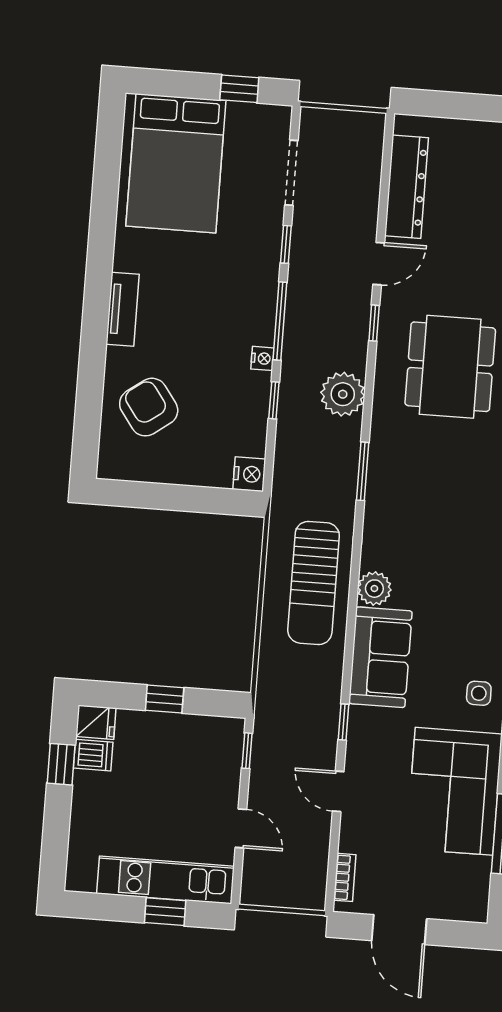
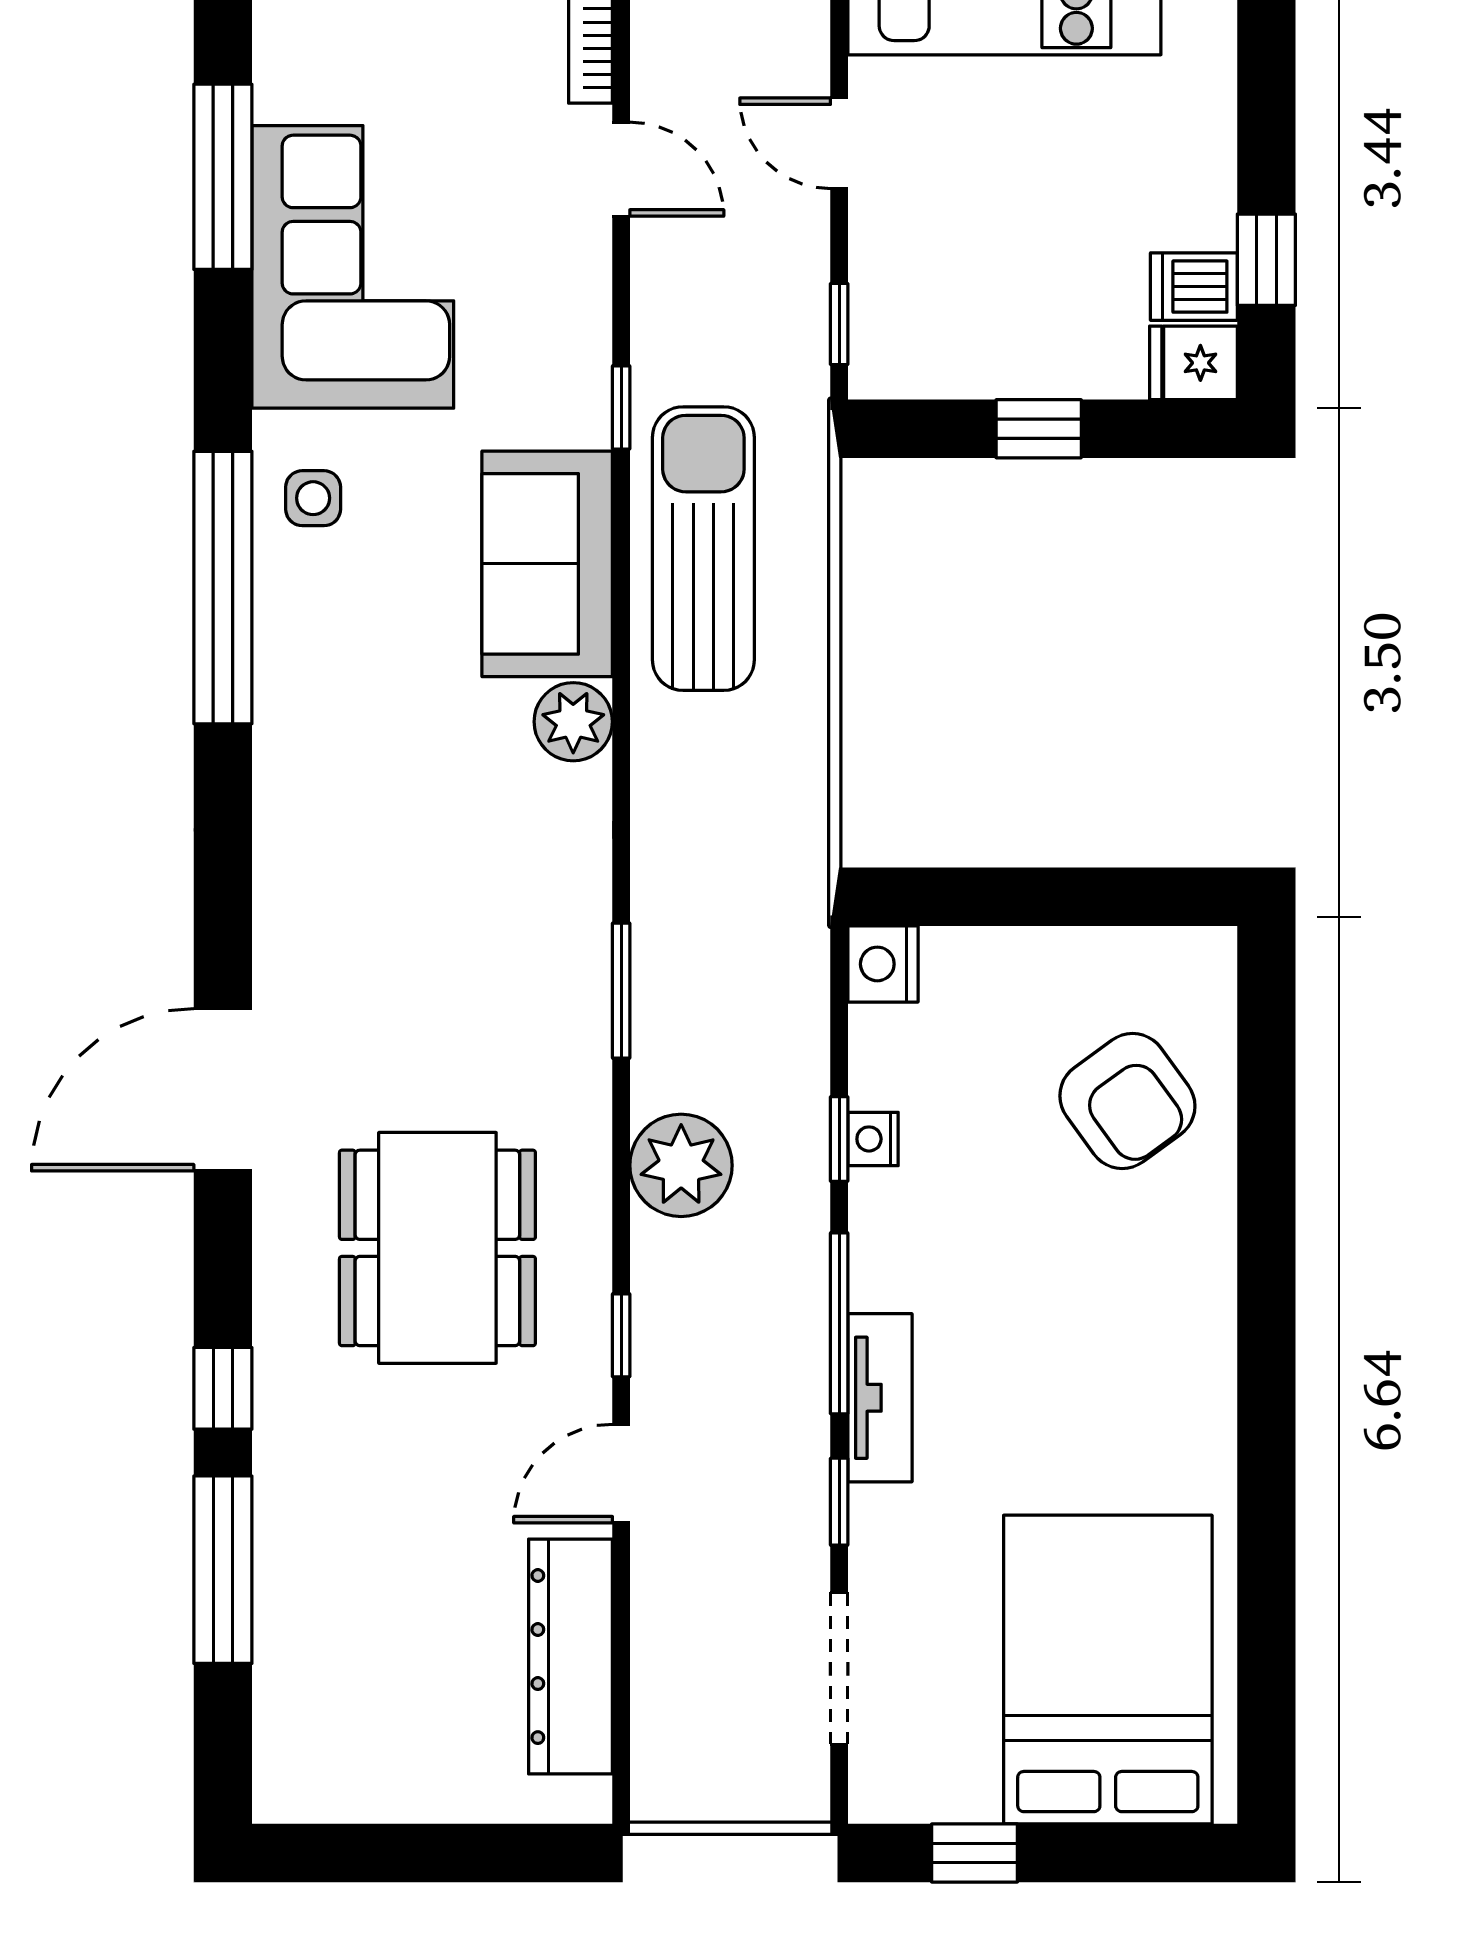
tv unit: (123, 309) -> (880, 1398), moved, turned 180
nightstand: (262, 358) -> (873, 1139), moved
sun lounger: (314, 583) -> (703, 549), moved
door: (338, 791) -> (621, 169), moved

